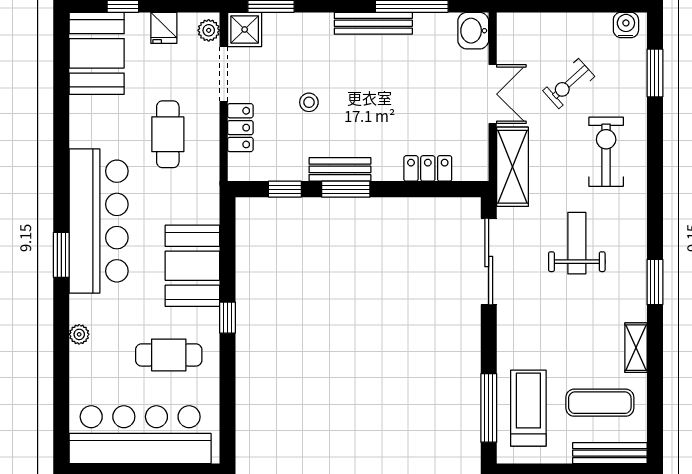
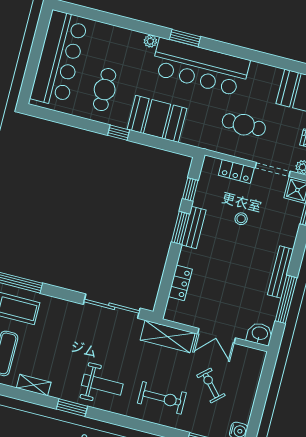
weight bench: (577, 243) -> (102, 385), moved
plant: (79, 334) -> (150, 41), moved

